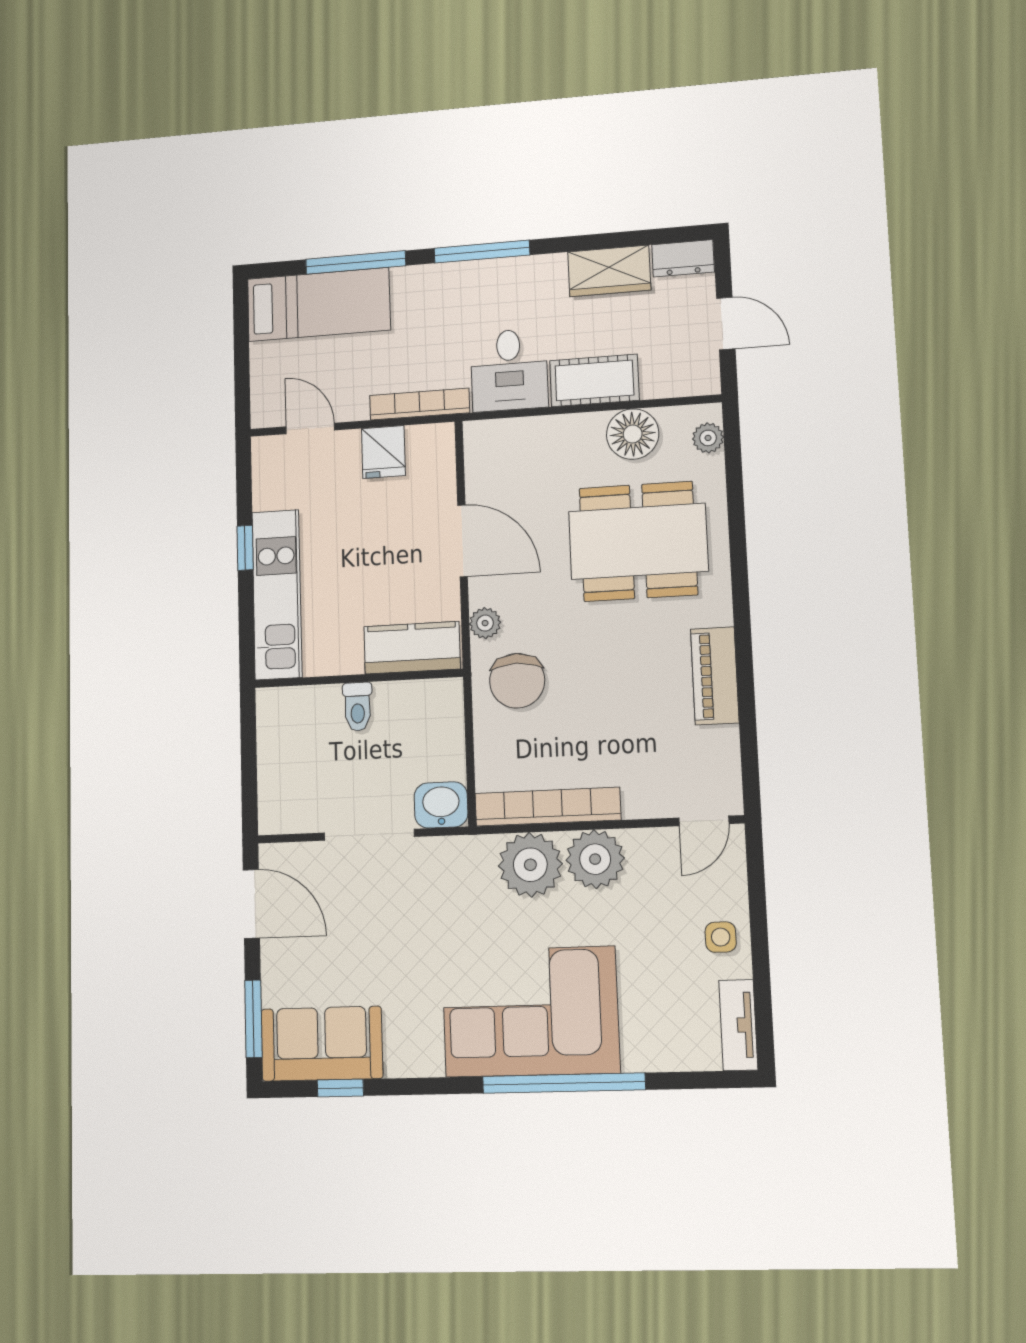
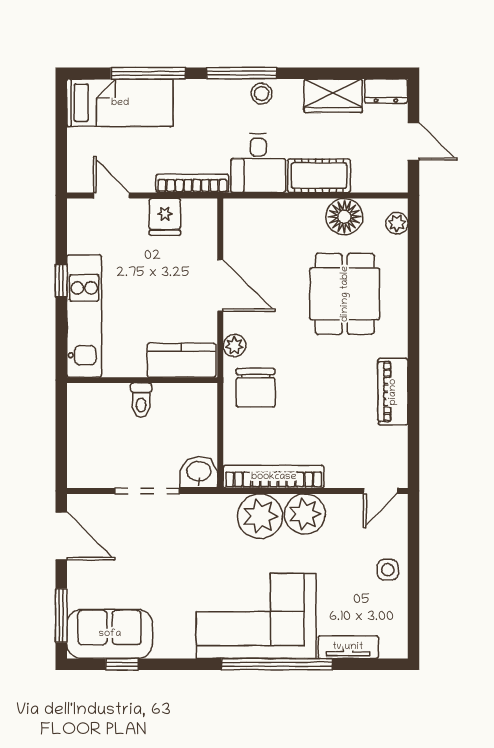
stool: (510, 276) -> (262, 94), added
dining table: (638, 541) -> (345, 294), width x0.73
tv unit: (738, 1025) -> (348, 647), moved, turned 90

